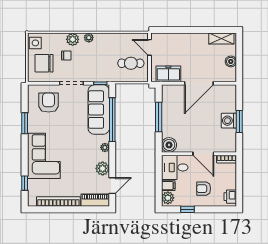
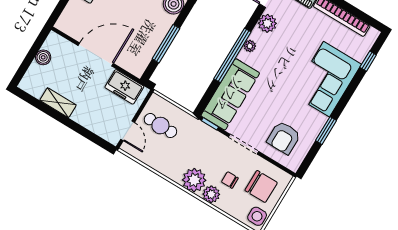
plant: (89, 38) -> (194, 180), width x1.87, depth x1.87
shelving: (221, 39) -> (58, 103), moved
window: (112, 120) -> (232, 55), moved

